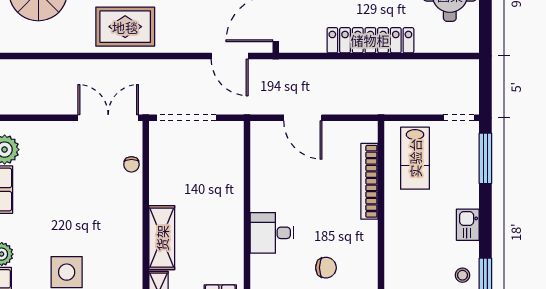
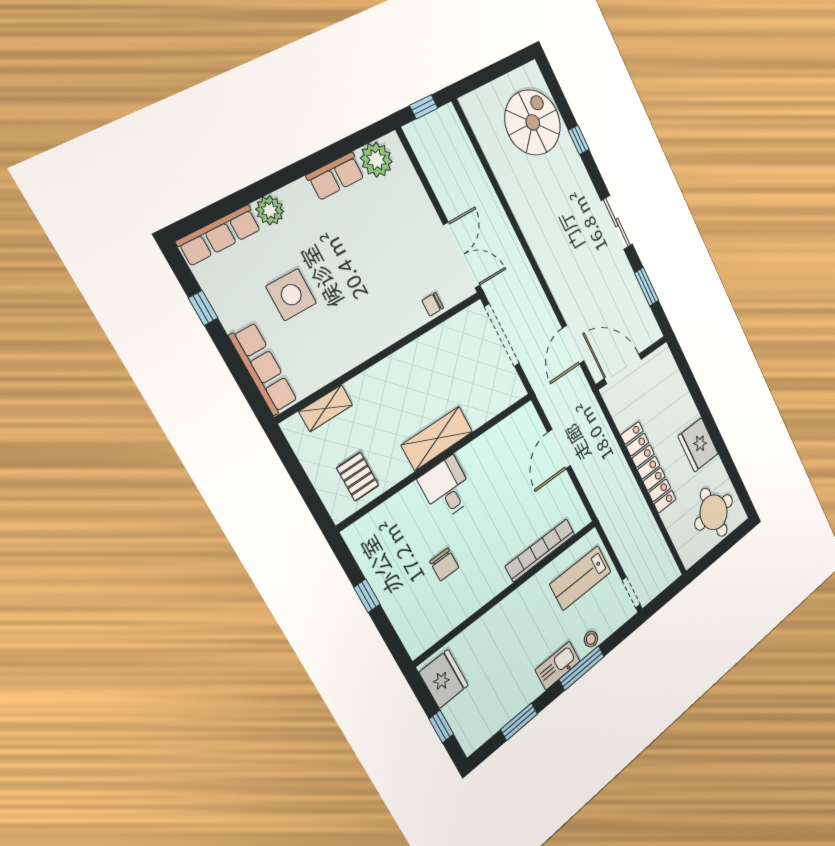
rug: (125, 27) -> (547, 227), removed
window: (485, 158) -> (582, 668), moved
kitchen sink: (468, 225) -> (558, 666), width x1.38
shelving: (162, 238) -> (437, 438), moved
stool: (462, 275) -> (591, 639), moved

